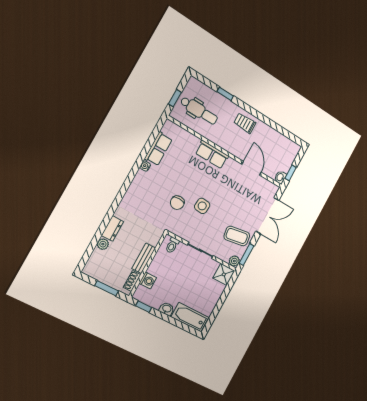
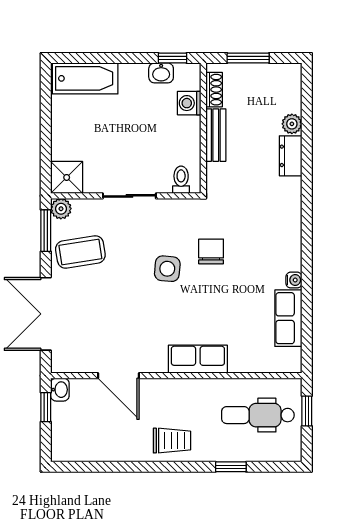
washbasin: (167, 309) -> (161, 73), moved

